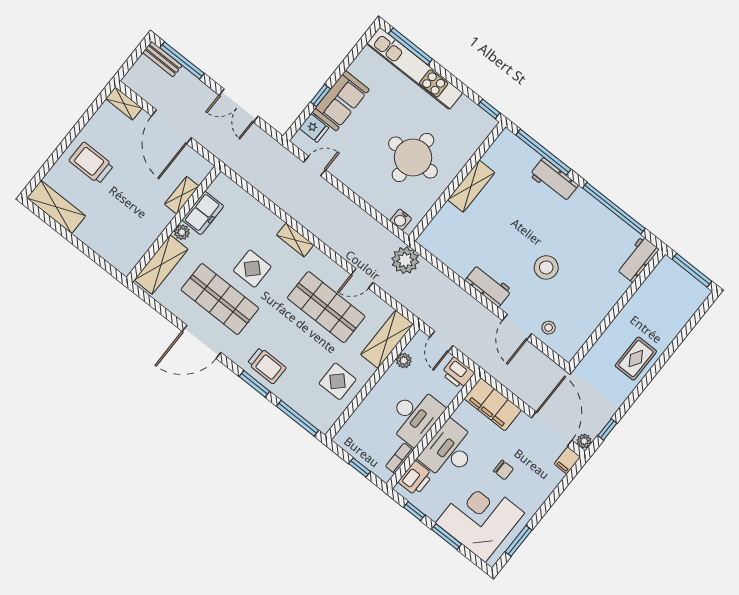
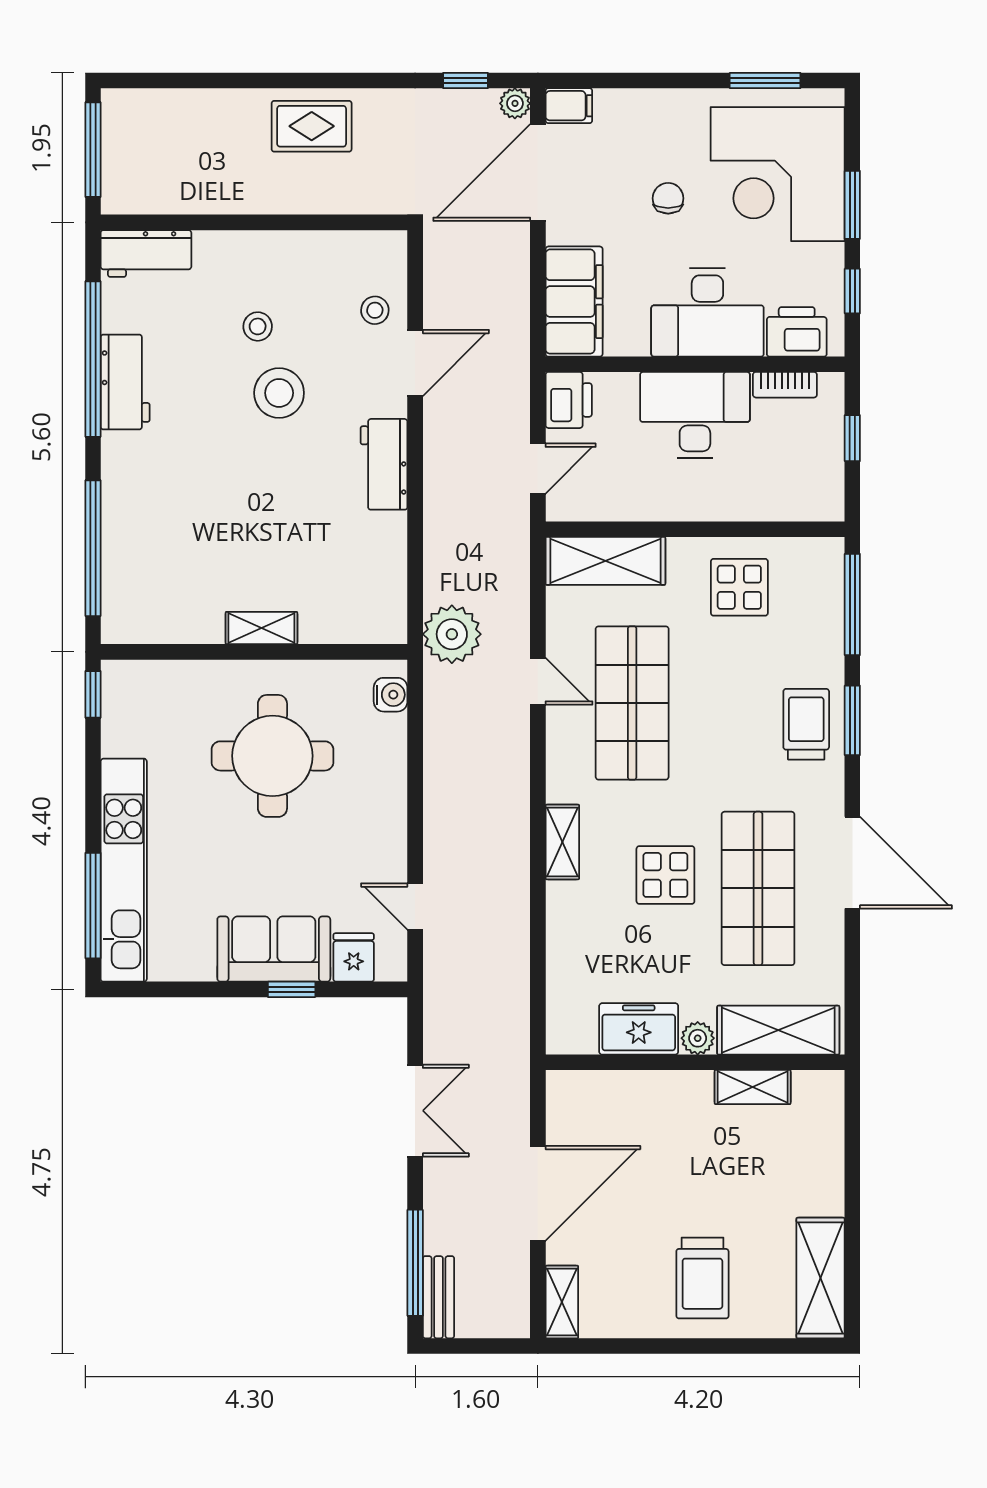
workbench: (554, 180) -> (125, 382), moved
shelving: (471, 186) -> (261, 628), width x0.67, depth x0.75
shelving: (182, 195) -> (753, 1087), moved
stool: (577, 279) -> (258, 326), added
plant: (404, 361) -> (619, 505), removed

